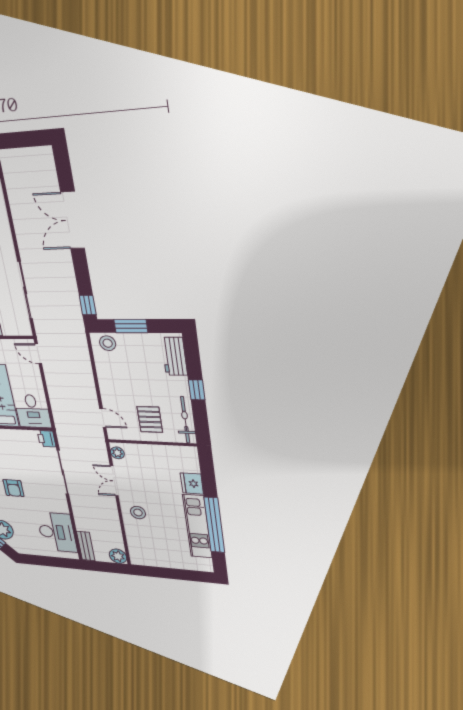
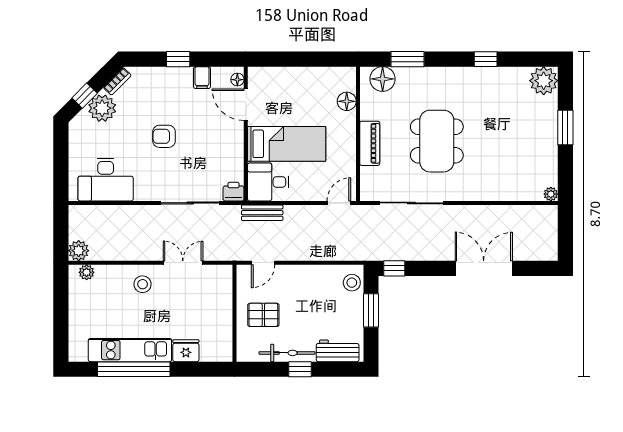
bicycle: (185, 420) -> (287, 353), moved
plant: (117, 453) -> (87, 272), moved
bench: (86, 546) -> (262, 213), moved

